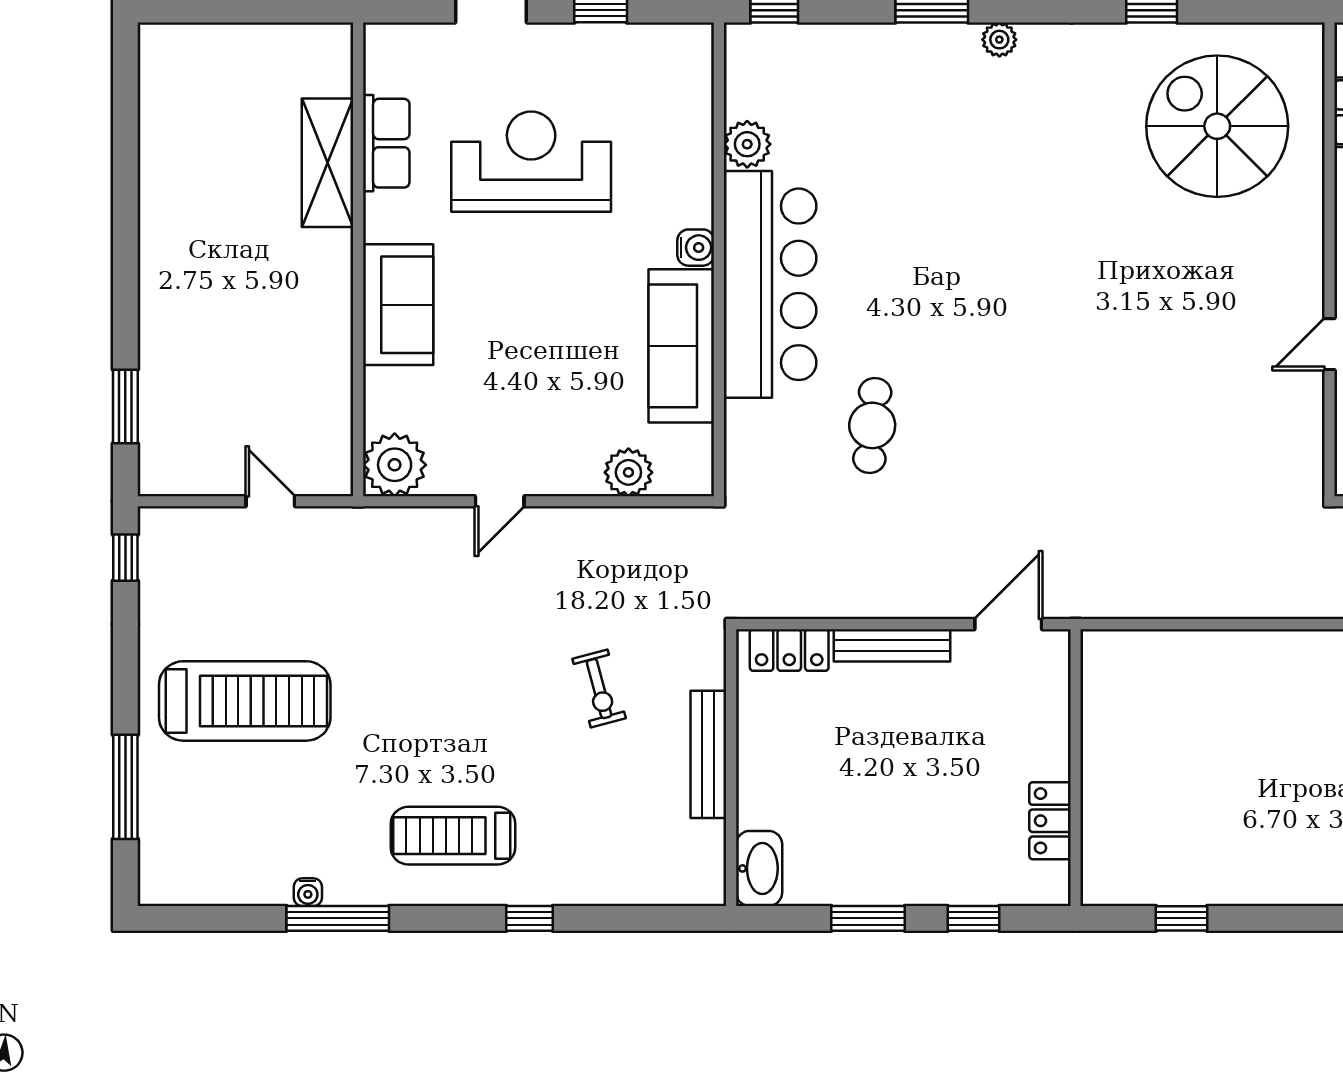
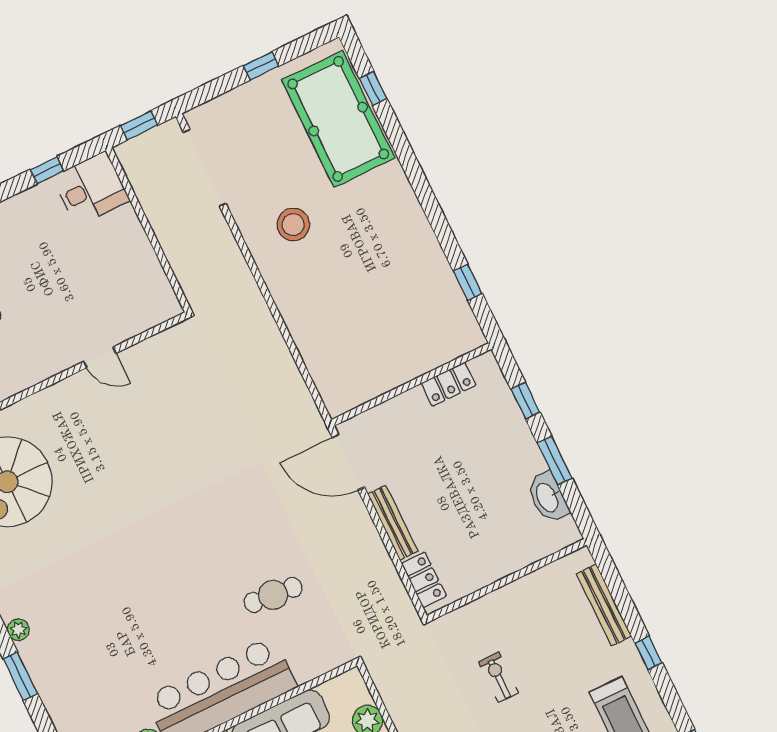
door: (1008, 624) -> (348, 462), width x1.36
exercise bike: (599, 689) -> (498, 677), turned -75
bench: (708, 754) -> (604, 605), moved, turned 90
washbasin: (759, 868) -> (548, 497), moved, turned -90

